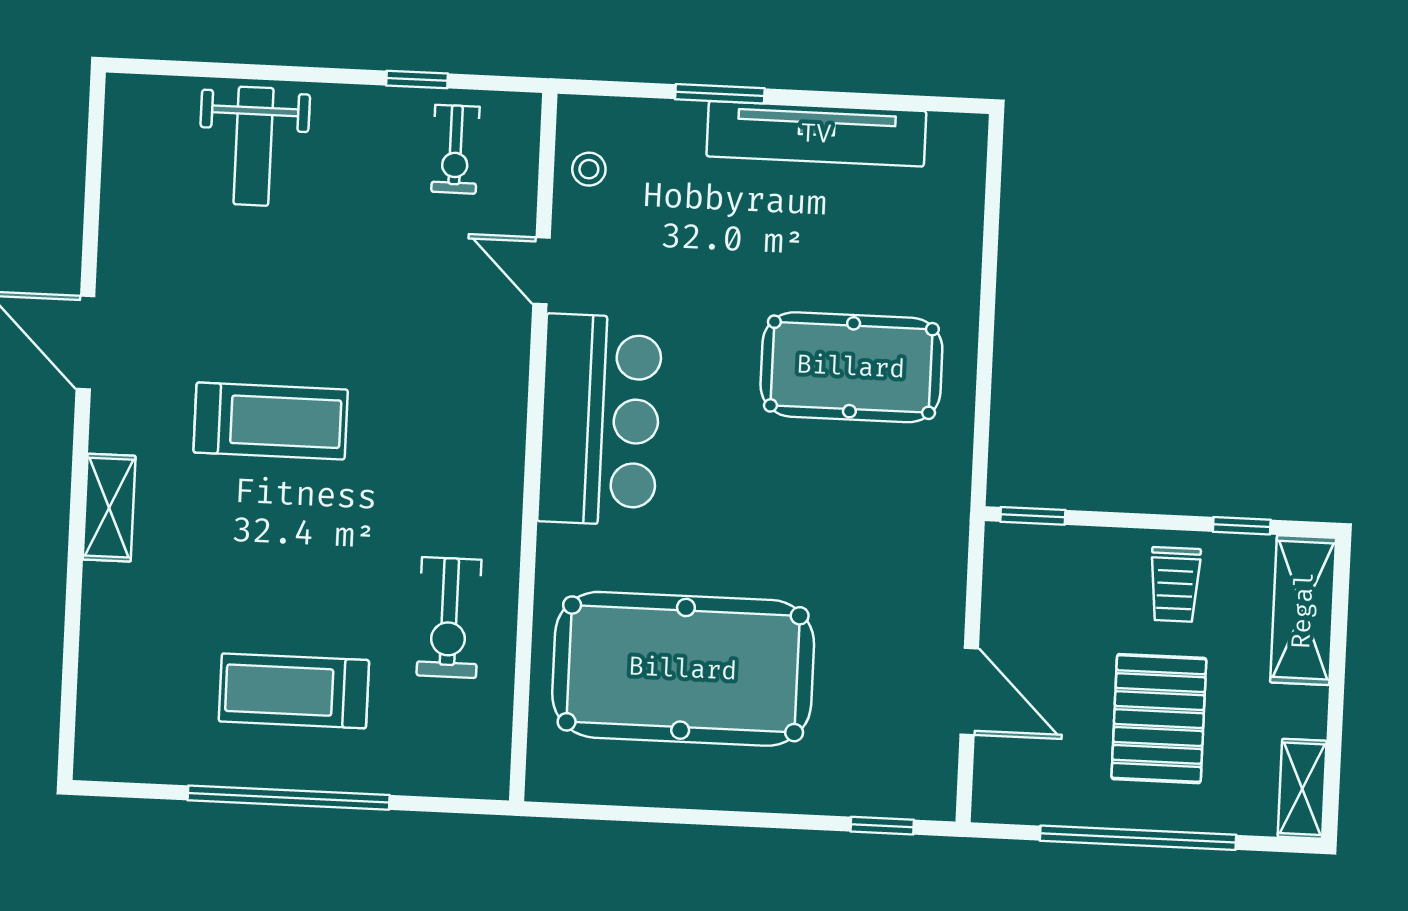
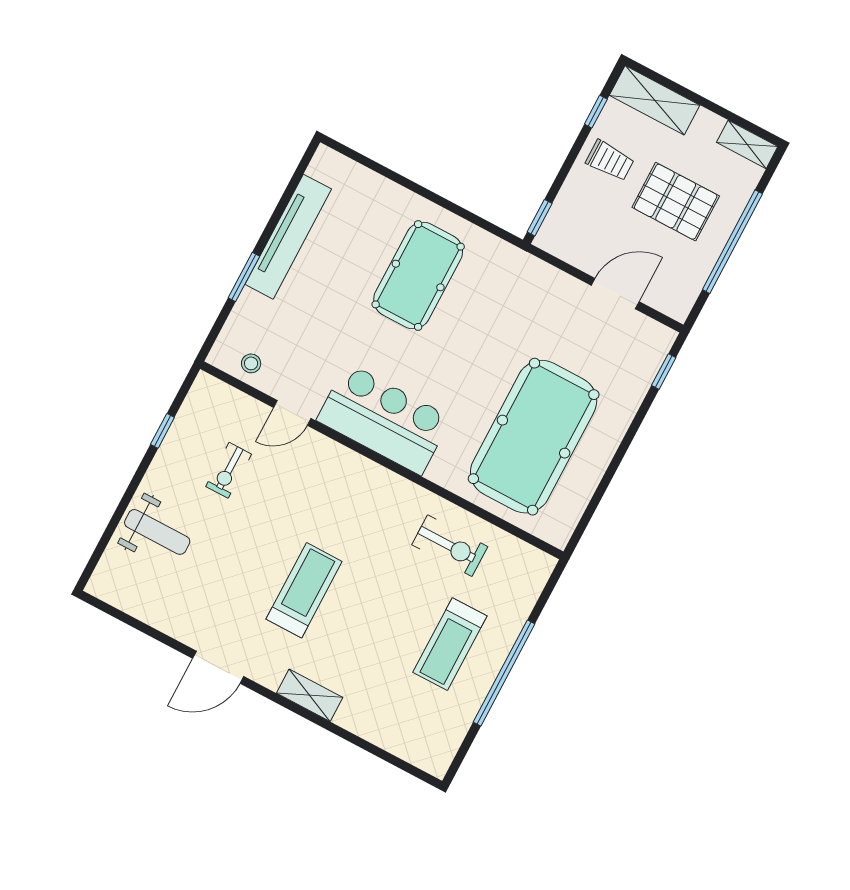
exercise bike: (455, 149) -> (229, 470), moved, turned 90

